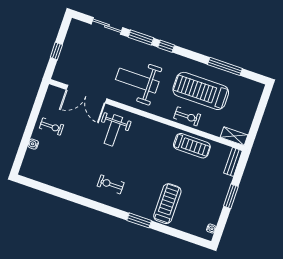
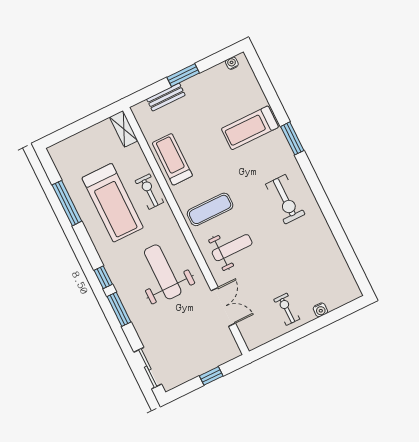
sliding door: (107, 26) -> (148, 368), moved
weight bench: (137, 81) -> (163, 272), turned 180
double door: (86, 94) -> (223, 307), width x0.73
exercise mat: (145, 139) -> (210, 209), added
bench: (233, 162) -> (166, 97), moved
exercise bike: (111, 184) -> (285, 199), width x1.38, depth x1.39

